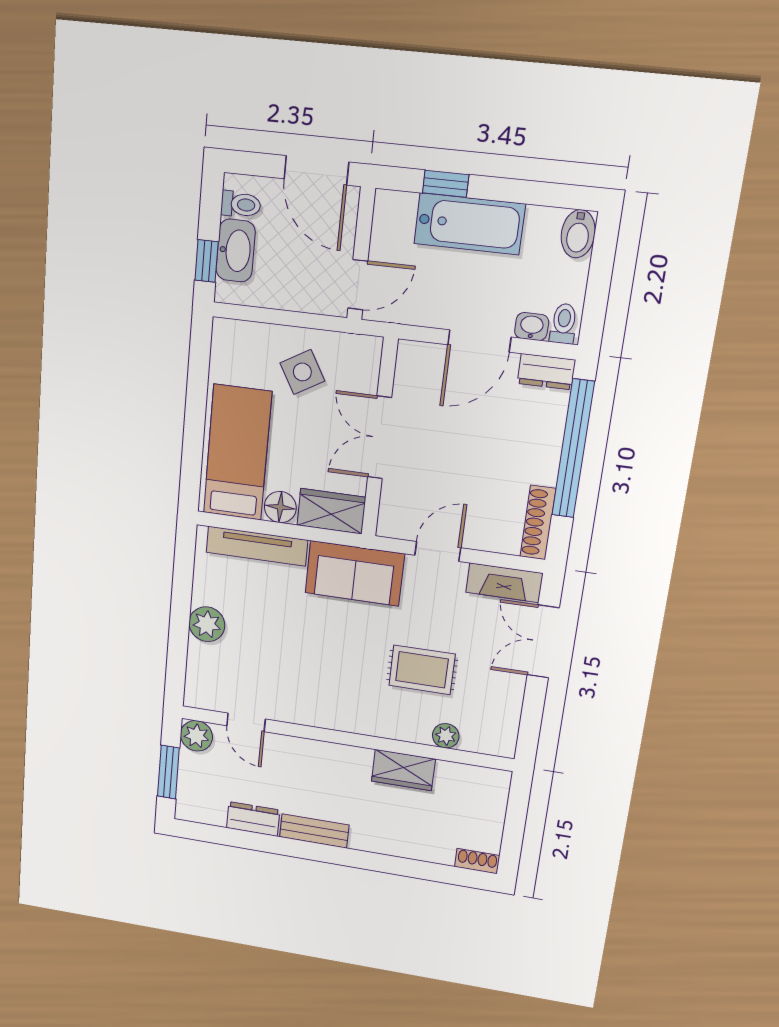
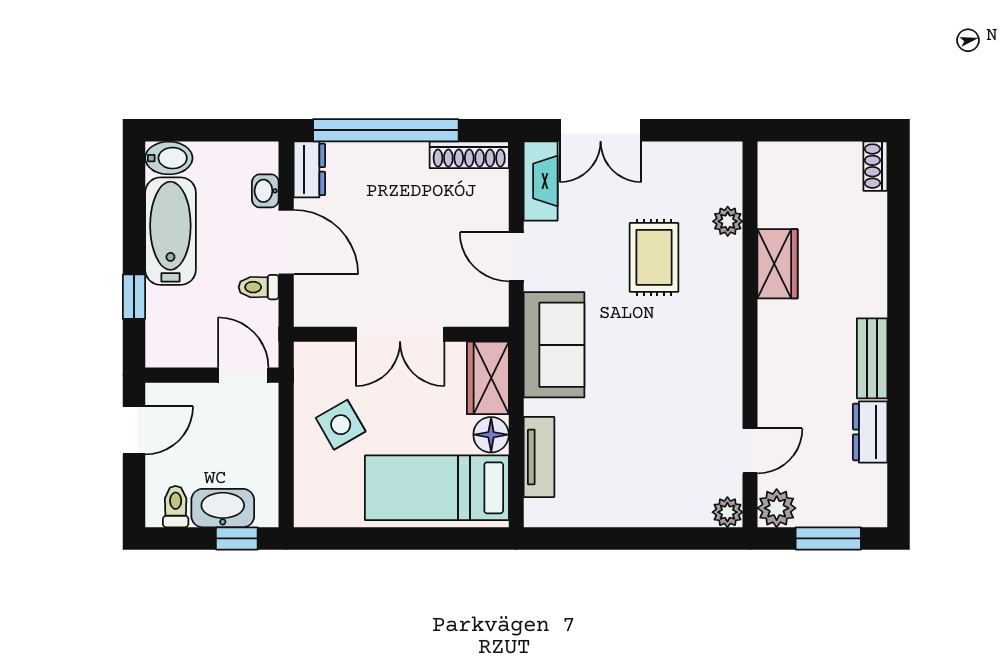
door: (316, 170) -> (134, 430), width x0.73
bathtub: (469, 224) -> (170, 231), moved
toilet: (564, 324) -> (259, 287), moved
tv unit: (257, 546) -> (539, 457), width x0.71
plant: (207, 624) -> (727, 512), moved, width x0.73, depth x0.73

